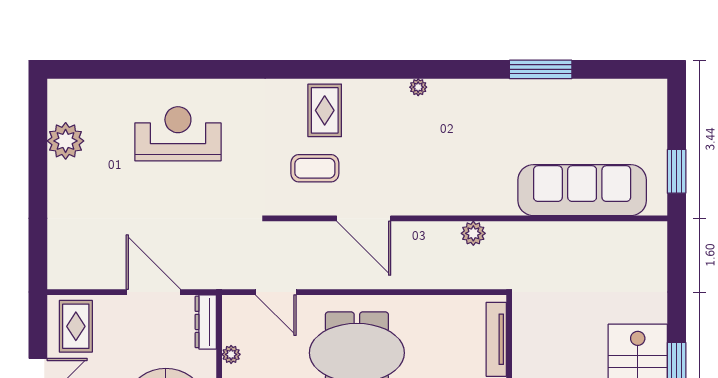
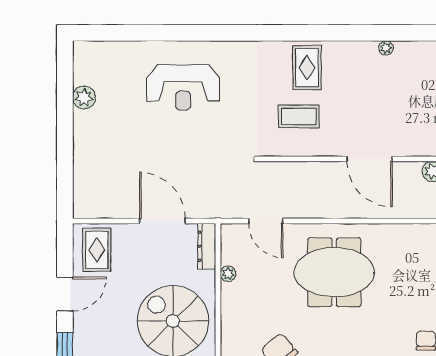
reception desk: (178, 134) -> (183, 87), turned 180
plant: (66, 141) -> (84, 98), width x0.73, depth x0.73
door: (364, 218) -> (370, 159), moved

